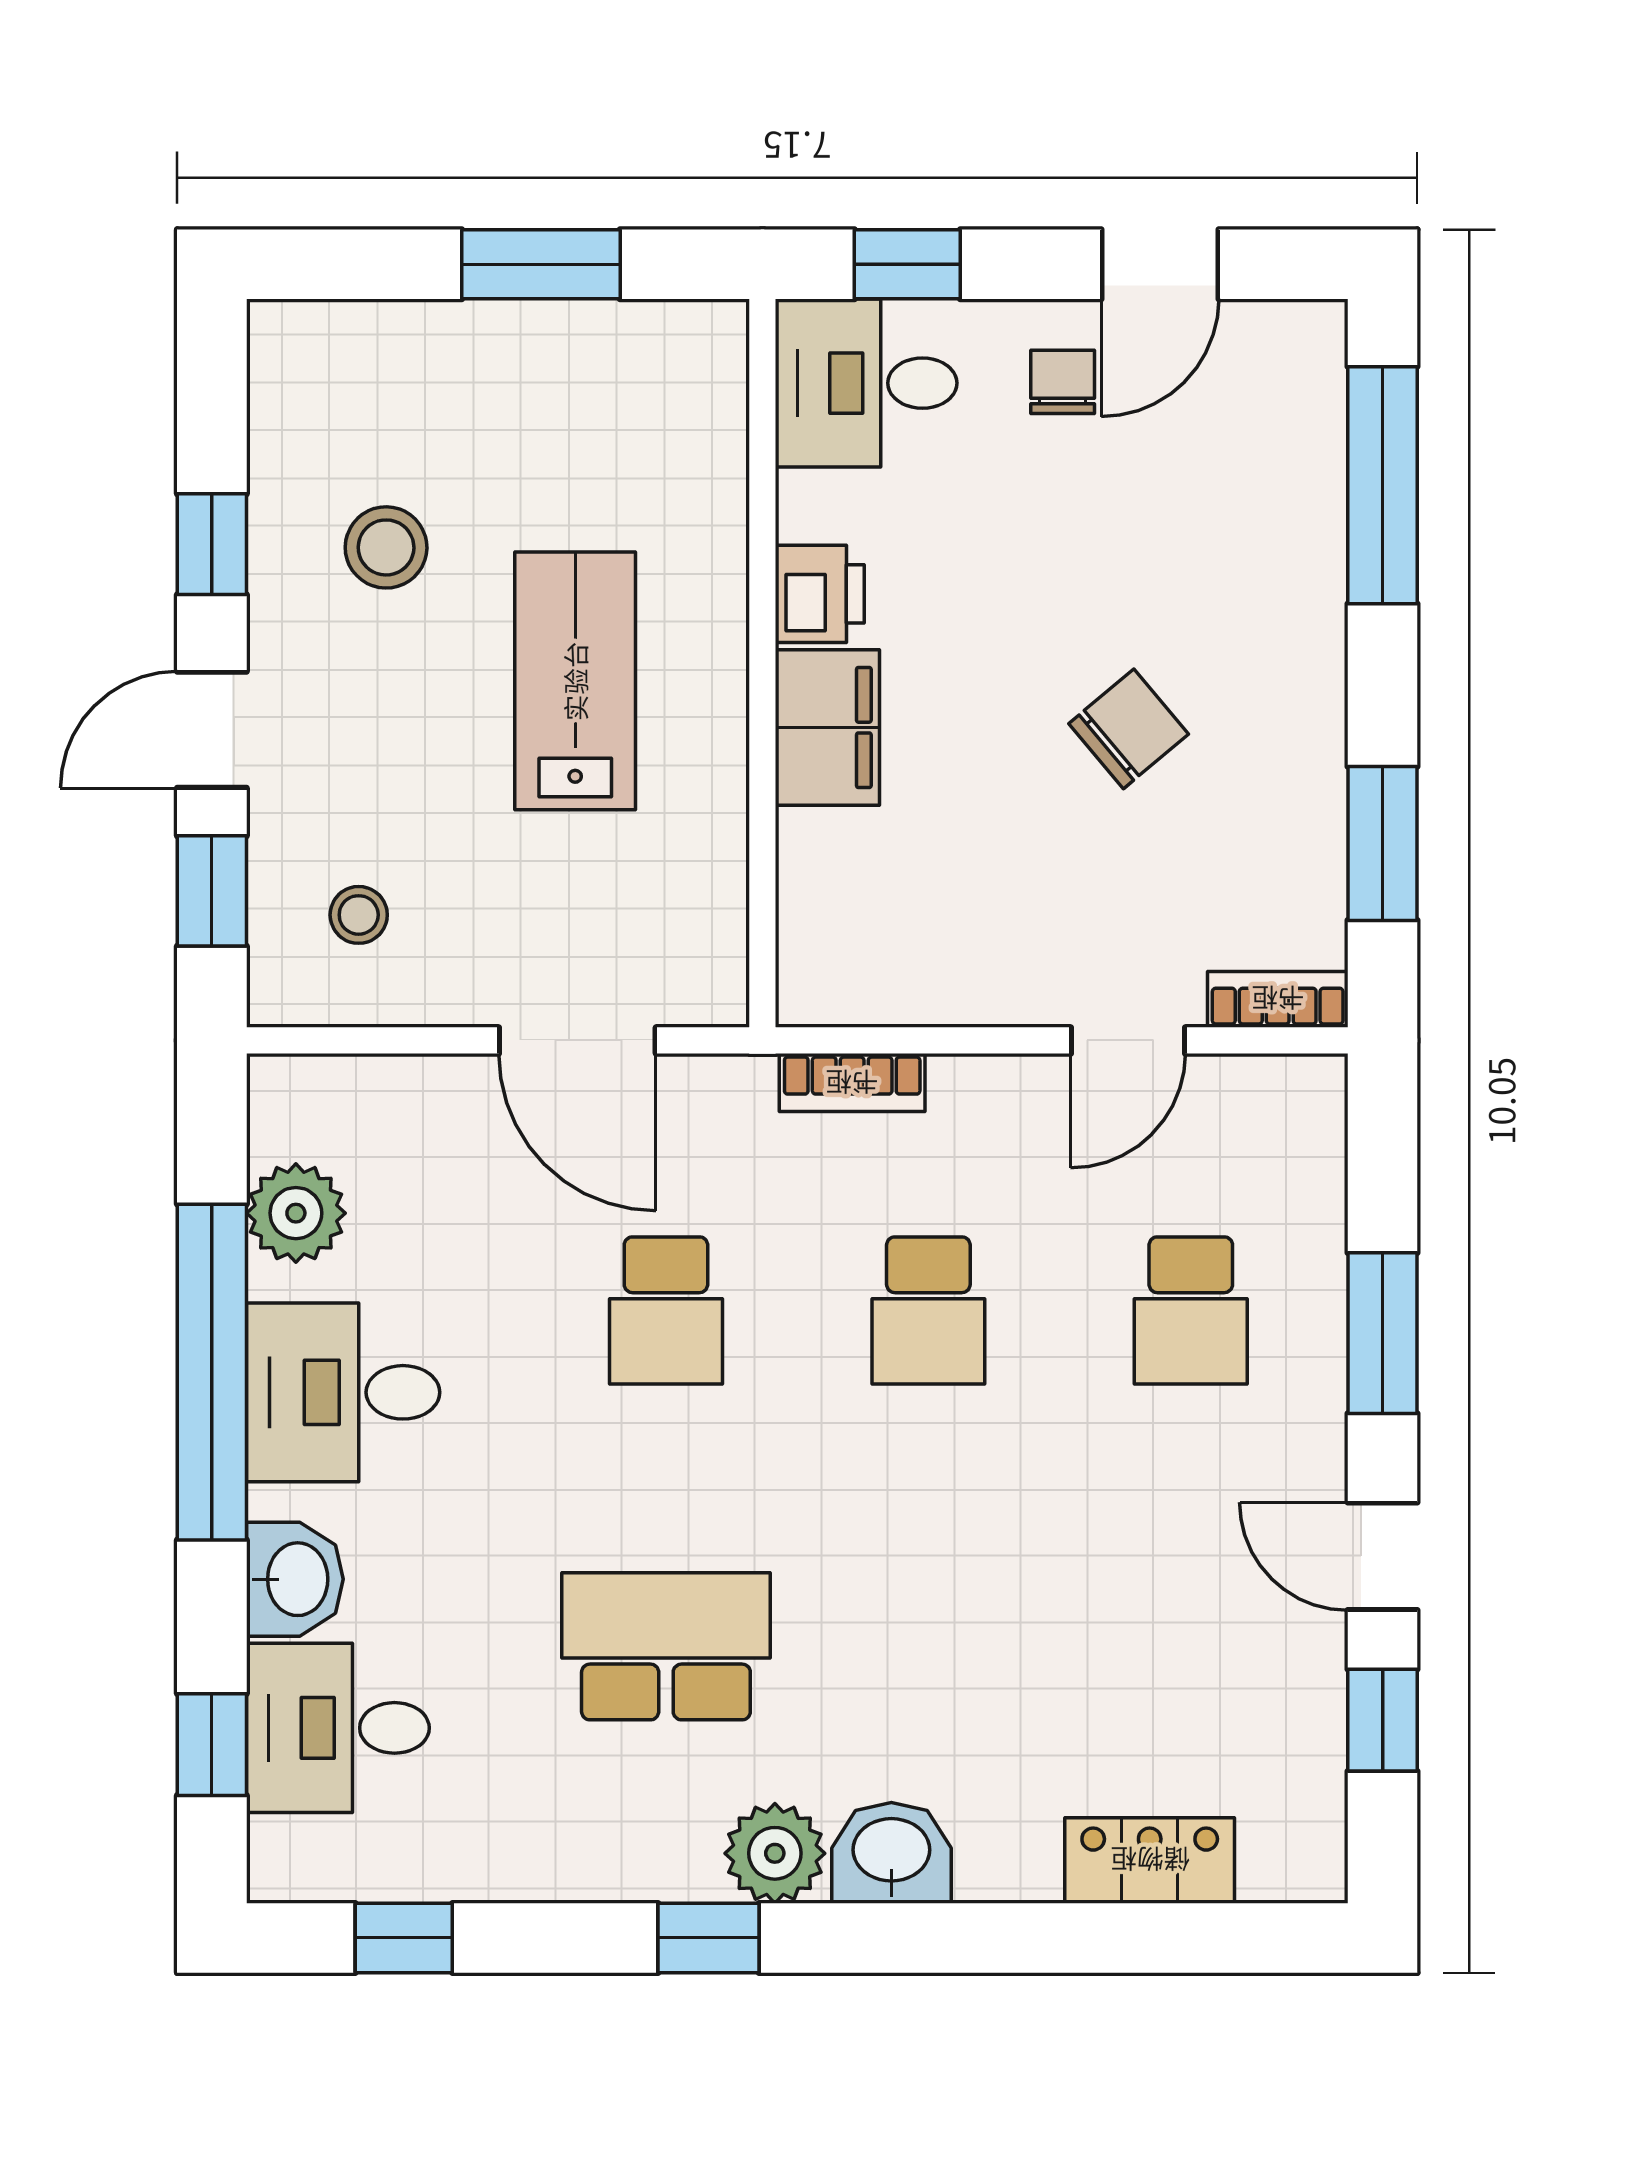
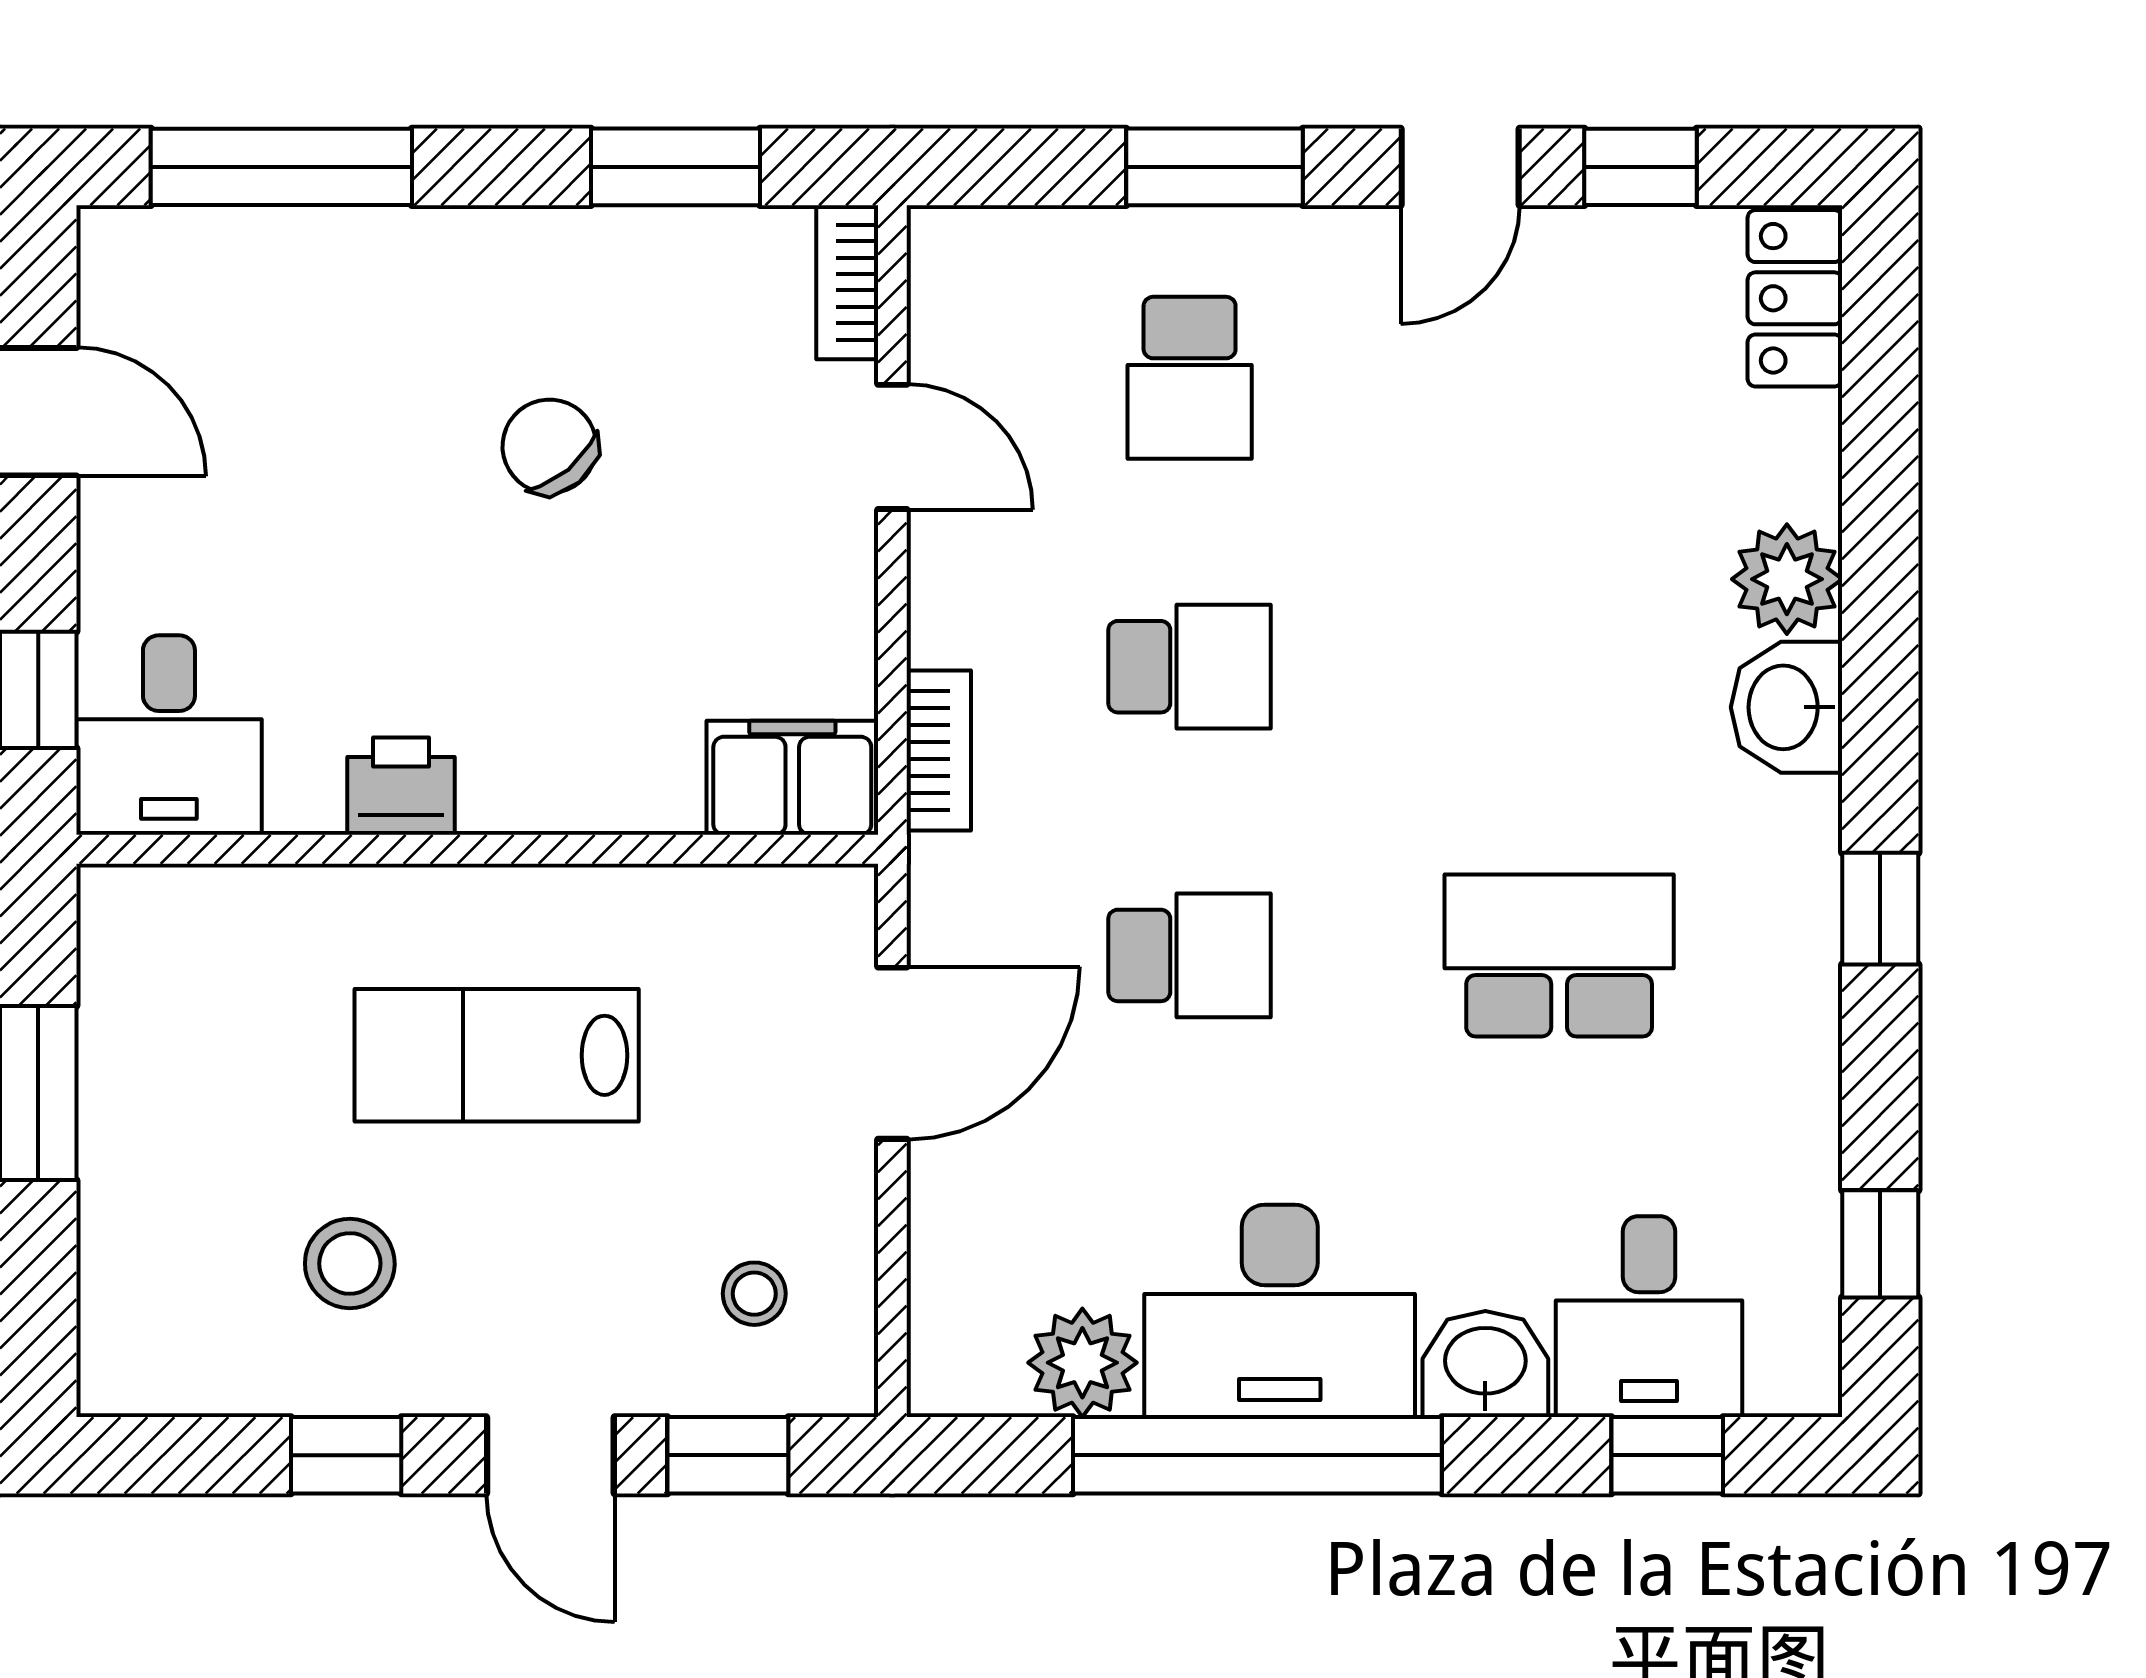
chair: (1063, 382) -> (168, 519), removed
filing cabinet: (827, 728) -> (792, 778), moved
school desk: (1191, 1310) -> (1190, 378), turned 90
desk: (343, 1392) -> (1280, 1311), width x1.37
school desk: (666, 1646) -> (1559, 955), turned 90
plant: (775, 1853) -> (1787, 579), moved
locker: (1150, 1860) -> (1795, 298), moved

